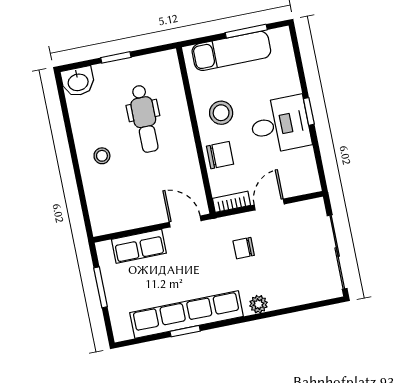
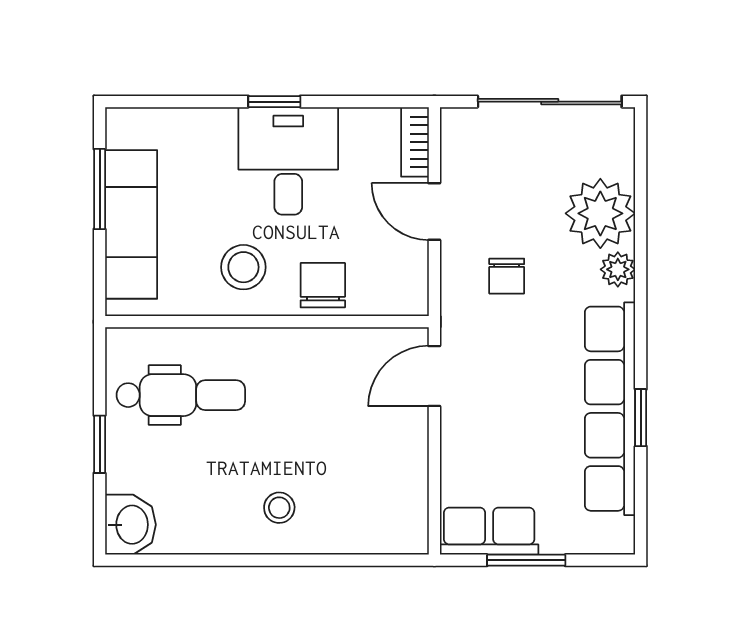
dental chair: (145, 119) -> (181, 395), moved
bookcase: (231, 202) -> (415, 142), moved
row of seats: (139, 246) -> (489, 531), moved, turned -90
plant: (285, 289) -> (600, 213), added

